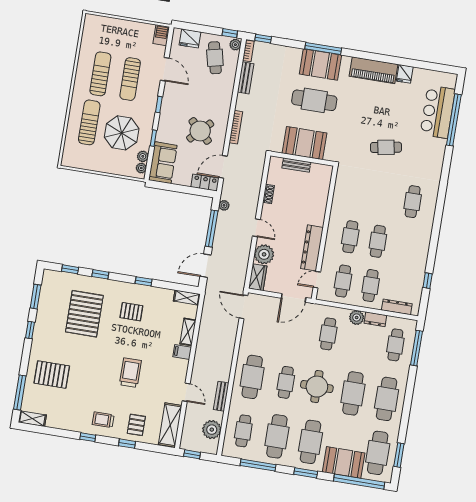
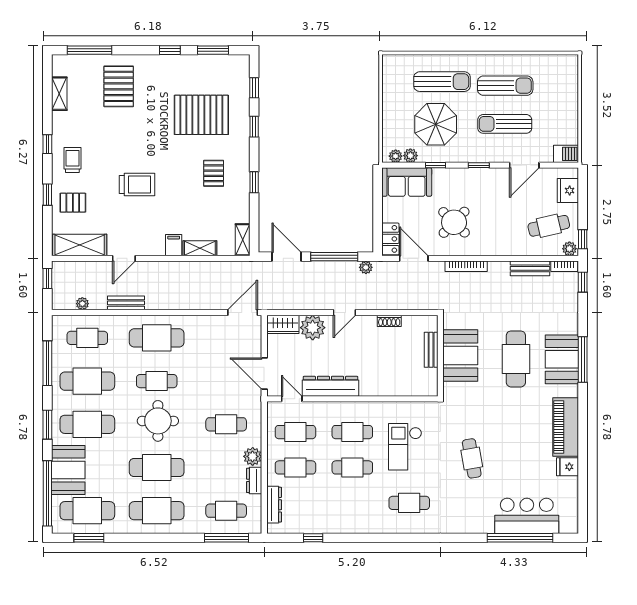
checkout: (368, 198) -> (405, 447), added
shelving: (32, 419) -> (59, 94), moved
plant: (212, 430) -> (82, 304), width x0.53, depth x0.53

